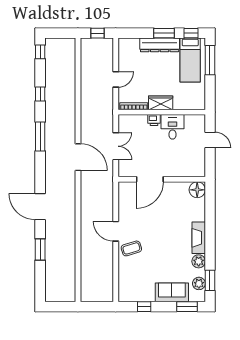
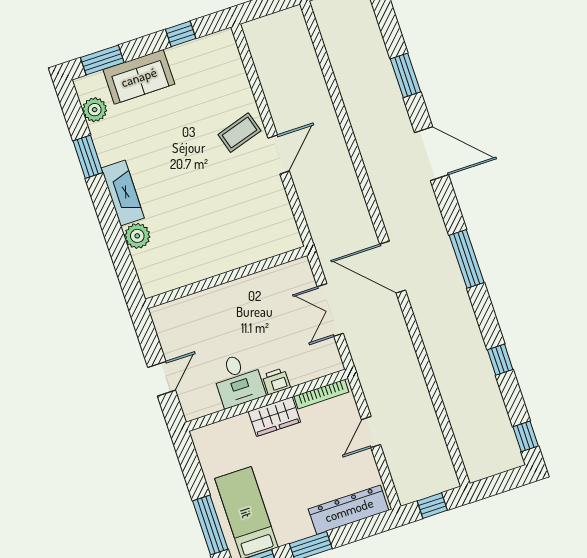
dresser: (160, 45) -> (349, 510), moved
window: (40, 137) -> (467, 259), moved
door: (210, 140) -> (162, 379), swing flipped
door: (150, 179) -> (248, 270), removed
floor lamp: (197, 190) -> (155, 280), removed
door: (116, 231) -> (279, 154), hinge flipped
plant: (199, 261) -> (137, 236), moved
window: (210, 280) -> (88, 157), moved

